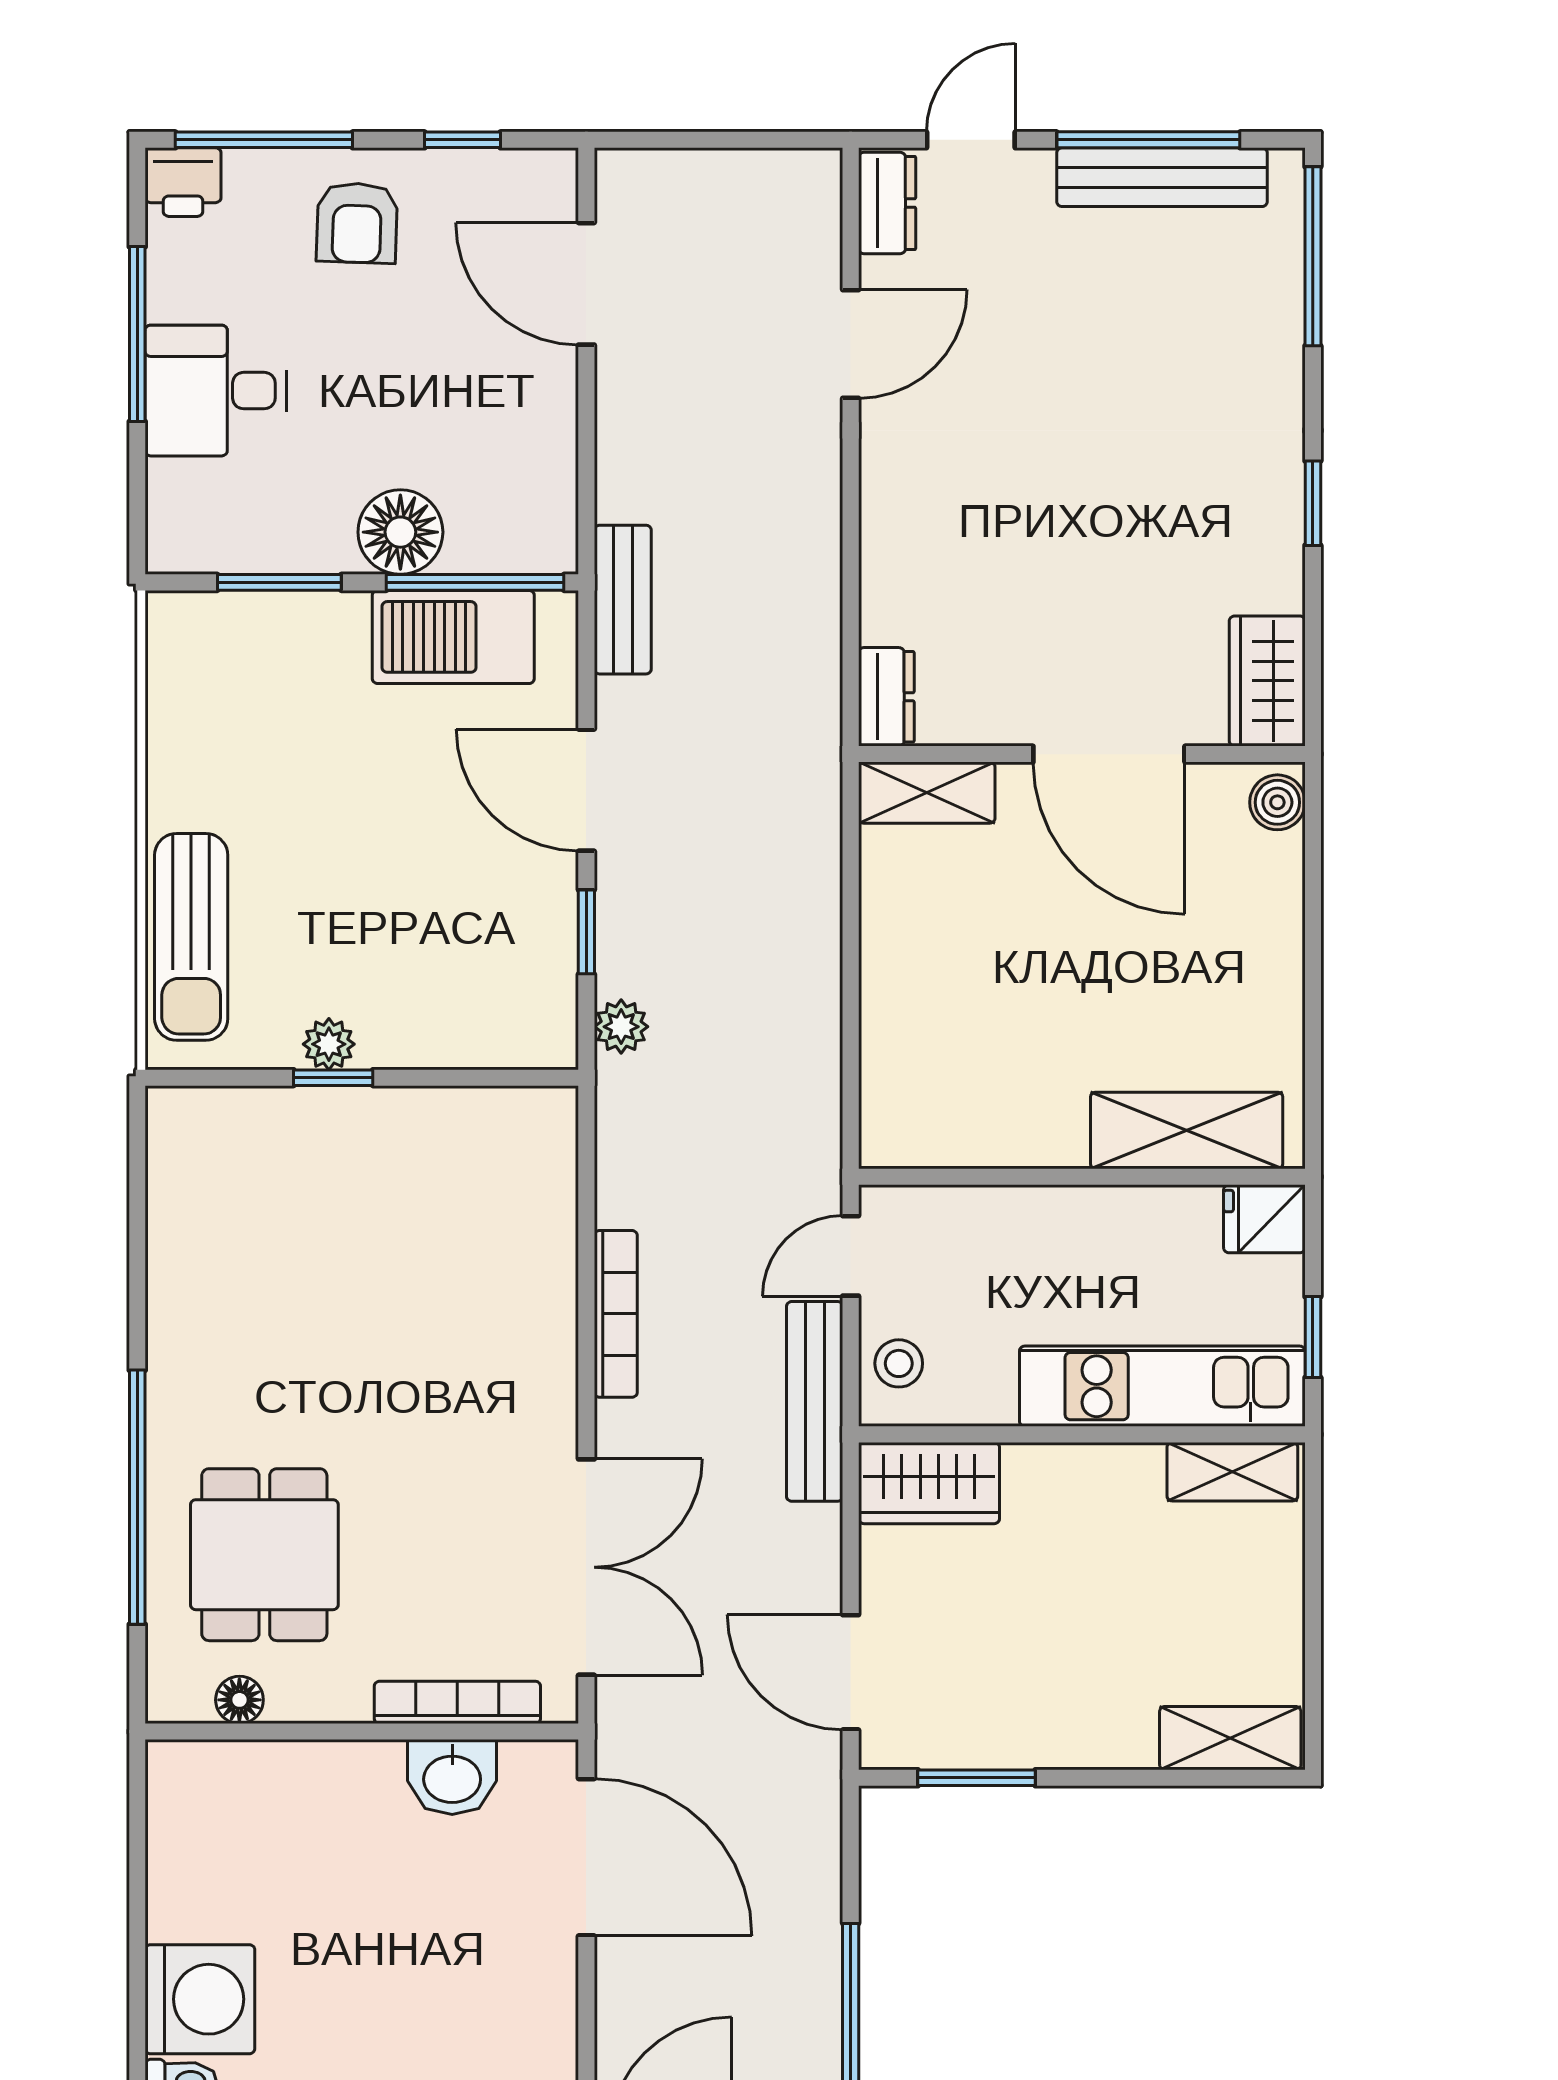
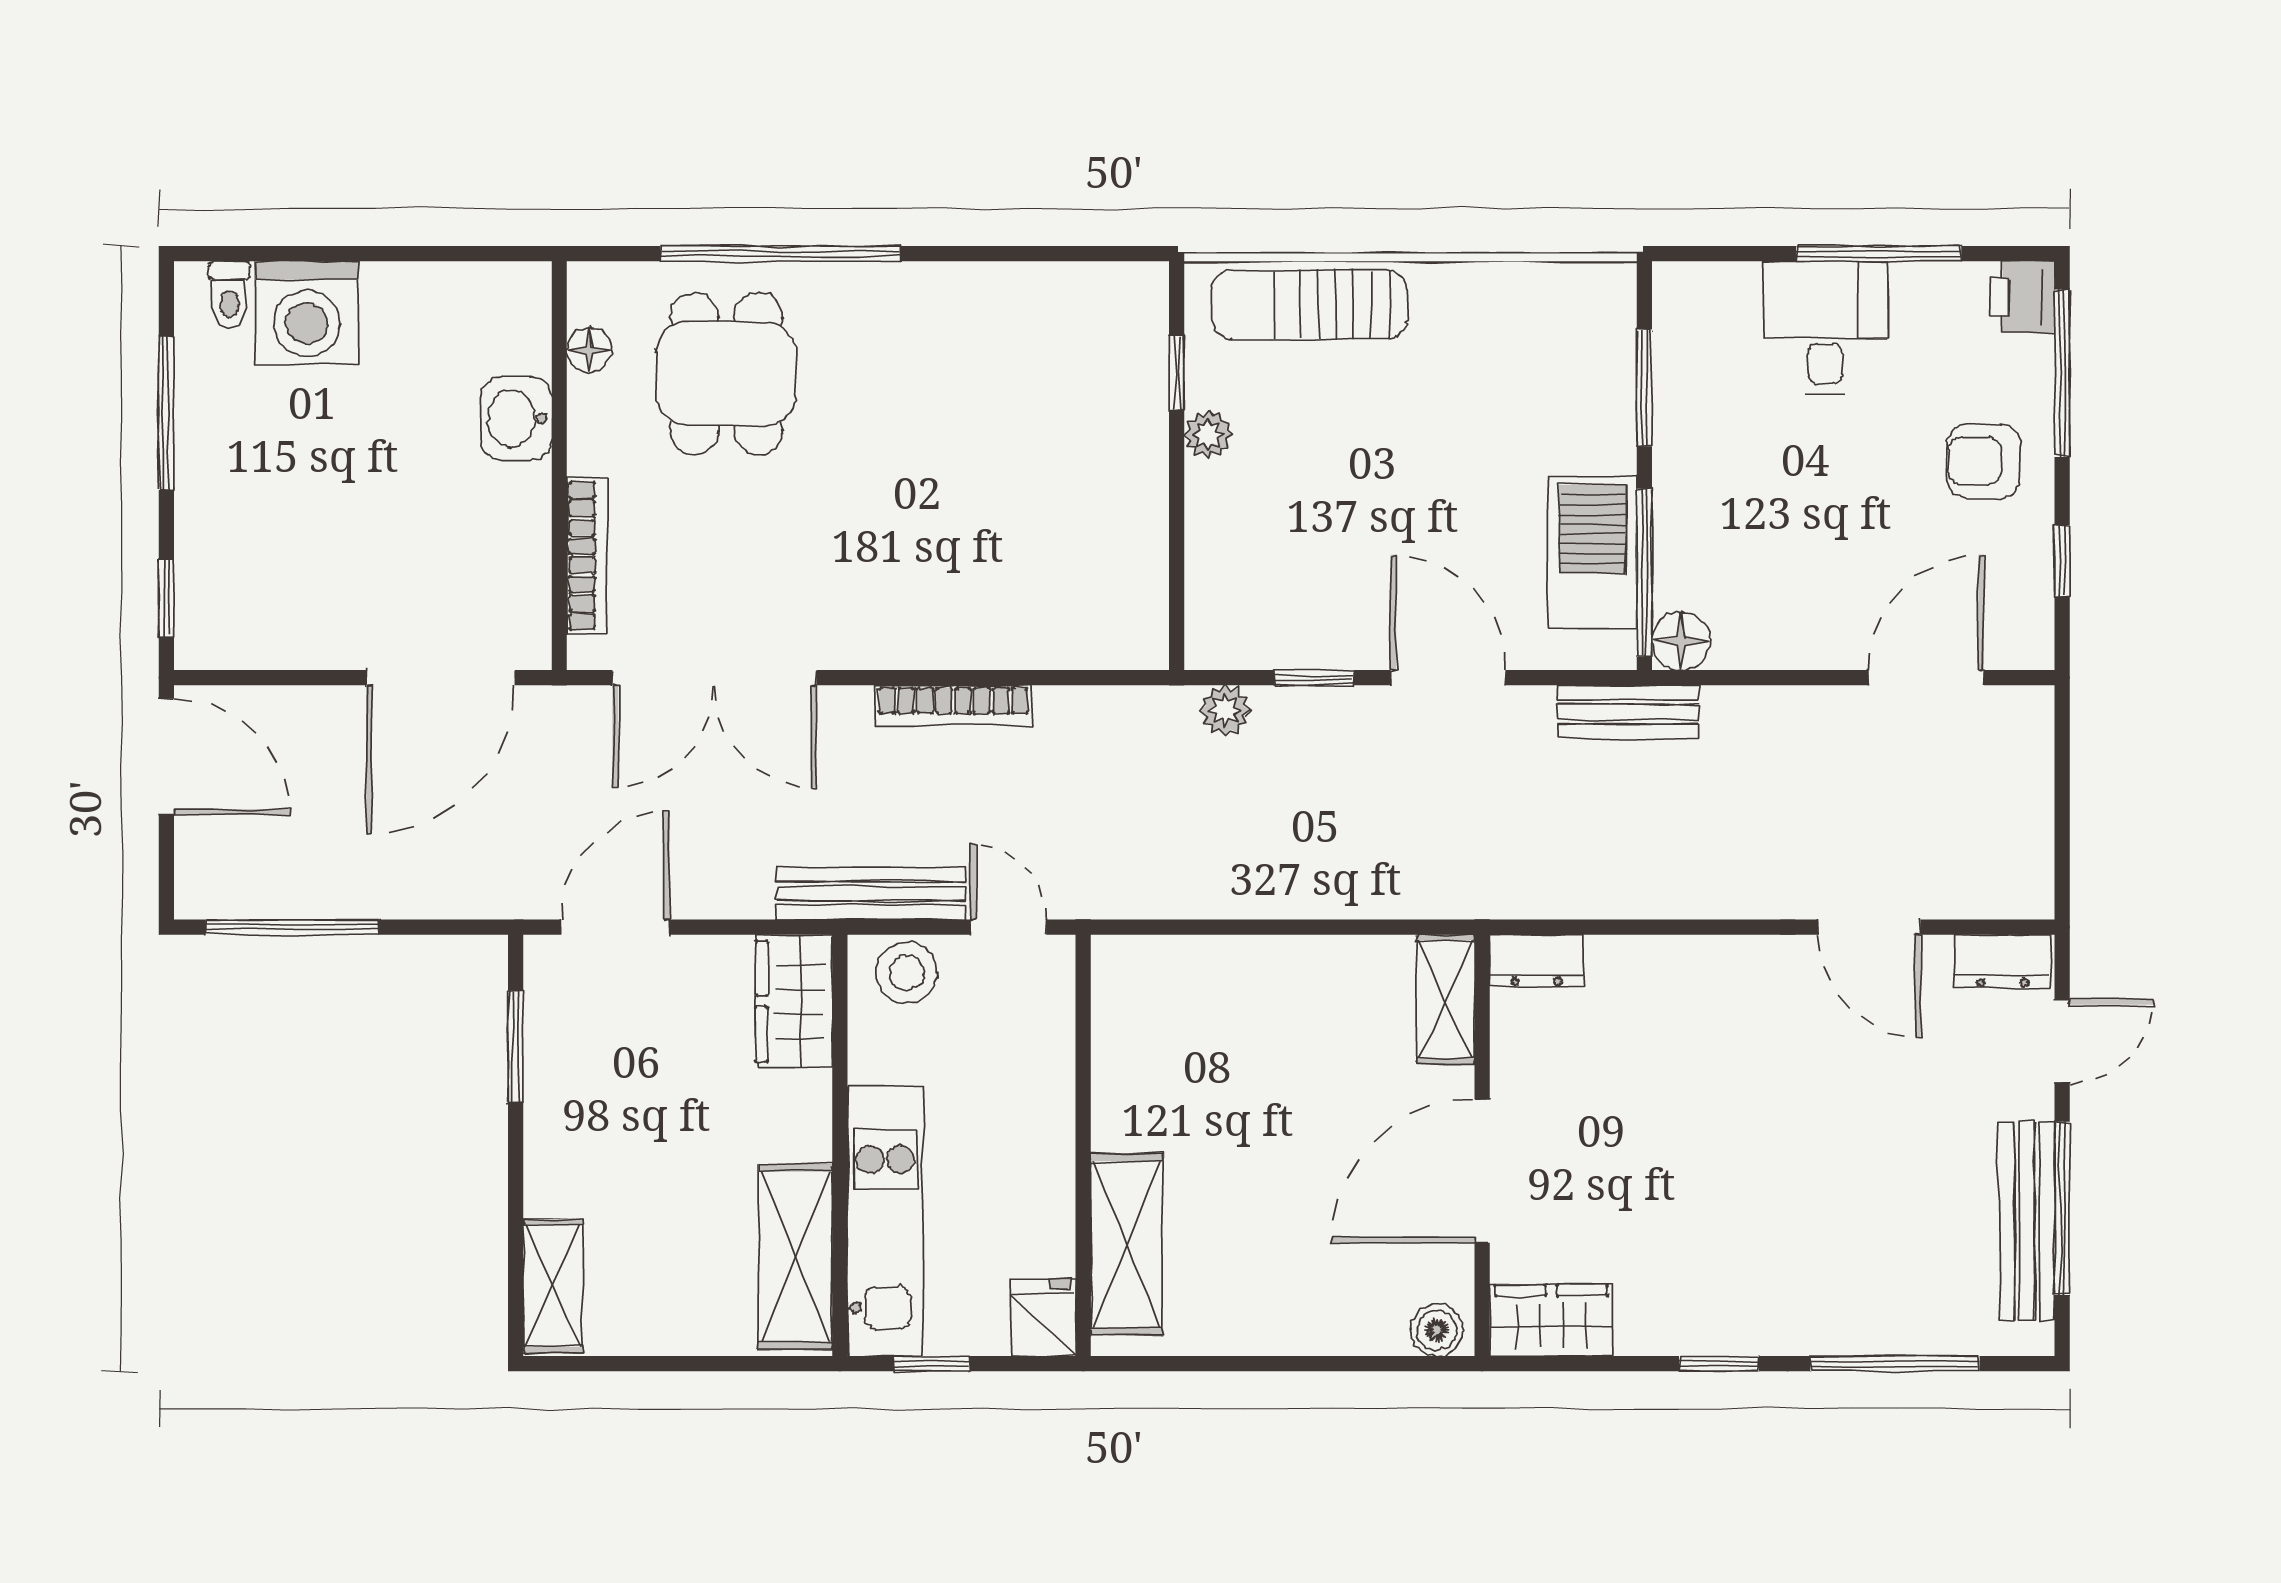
door: (971, 140) -> (2062, 1041), hinge flipped
window: (1313, 256) -> (1895, 1364), moved
floor lamp: (400, 532) -> (1681, 641), moved, width x0.73, depth x0.73
door: (586, 790) -> (1448, 678), hinge flipped
window: (333, 1078) -> (1177, 372), moved
stool: (899, 1363) -> (907, 973), width x1.37, depth x1.37
shelving: (1232, 1472) -> (795, 1257), width x1.50, depth x1.33
dining table: (264, 1555) -> (726, 374), turned 90
washbasin: (452, 1777) -> (516, 418), moved

